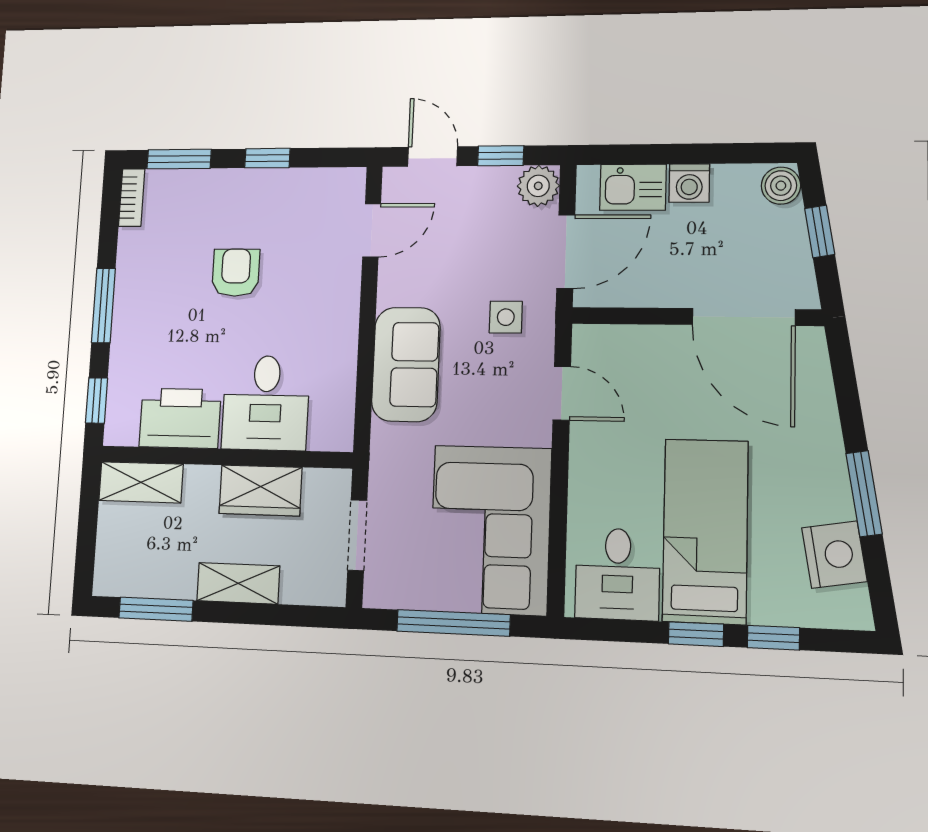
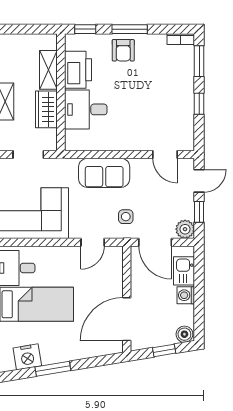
armchair: (236, 273) -> (123, 50), moved, turned 90
shelving: (141, 482) -> (48, 70), moved

